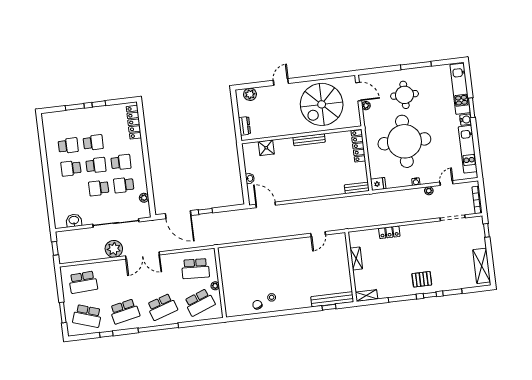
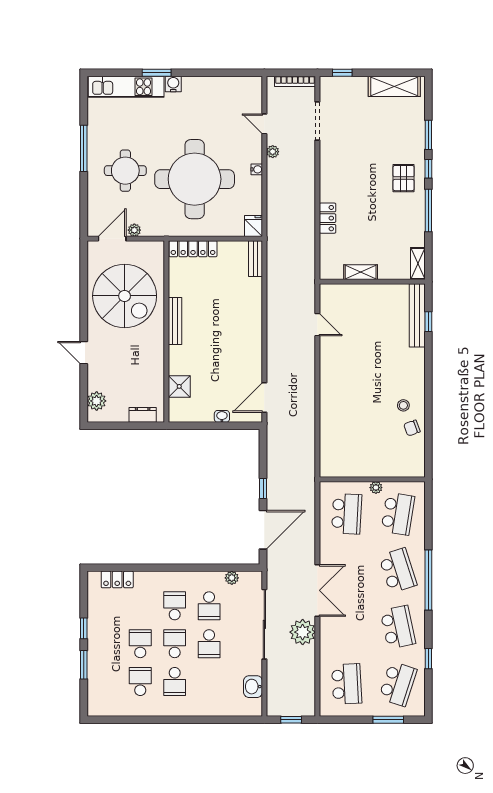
locker: (134, 122) -> (117, 579), width x0.66
kitchen unit: (468, 149) -> (218, 86), removed
school desk: (200, 302) -> (398, 514), turned 30

